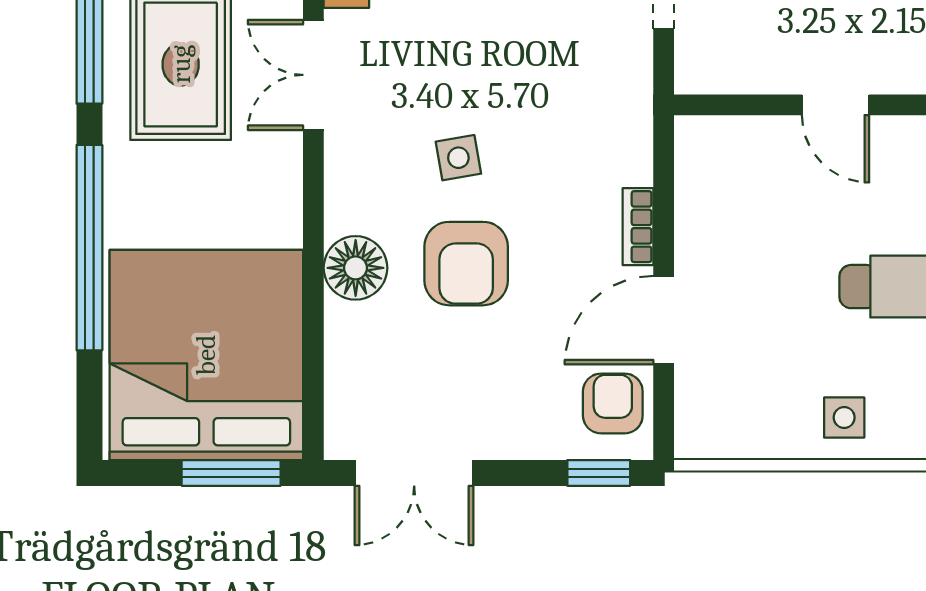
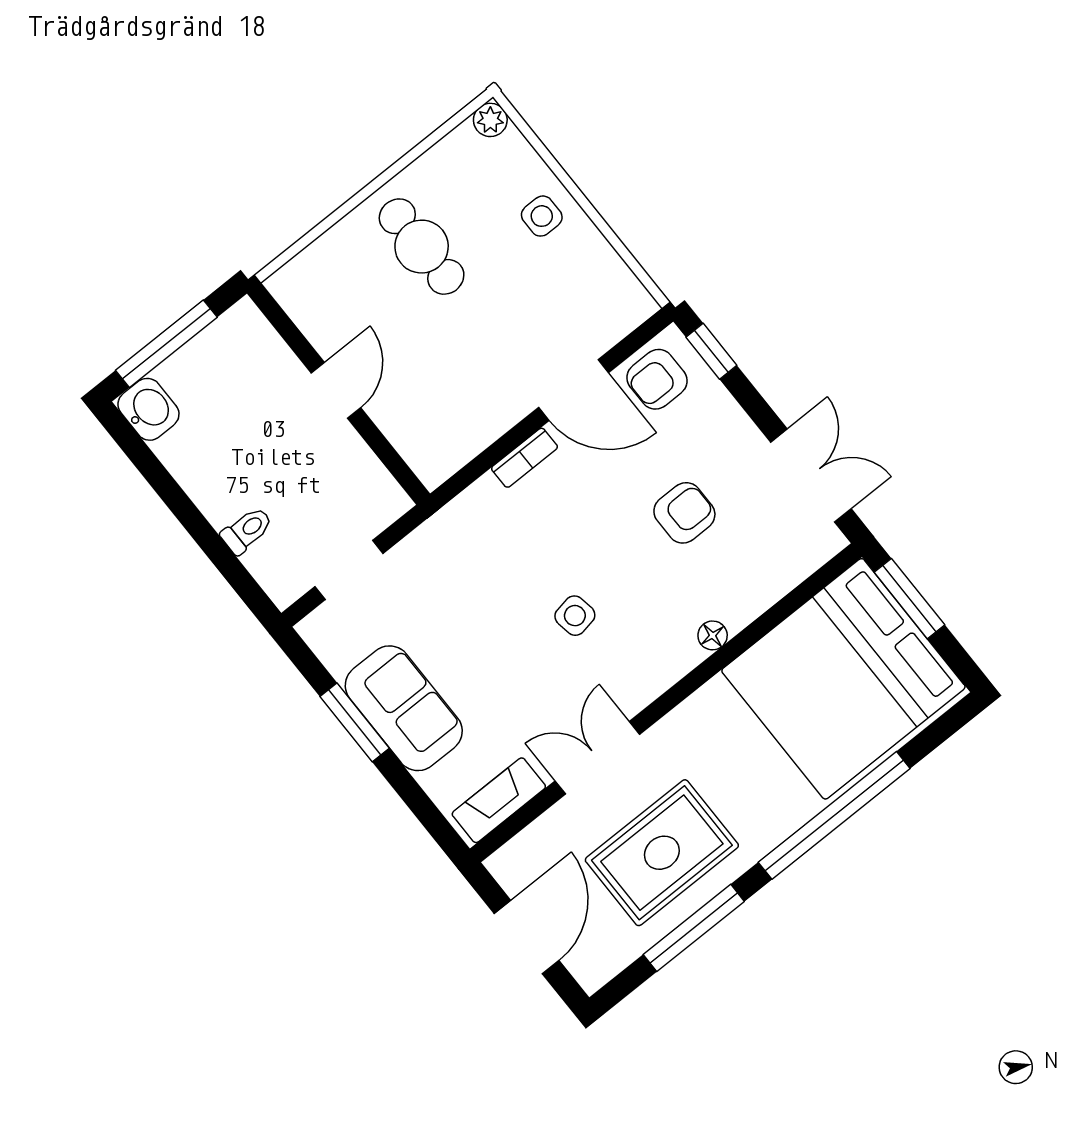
double door: (313, 75) -> (597, 758), swing flipped
armchair: (466, 264) -> (684, 513), moved, width x0.72, depth x0.72
floor lamp: (356, 268) -> (713, 635), width x0.53, depth x0.53

